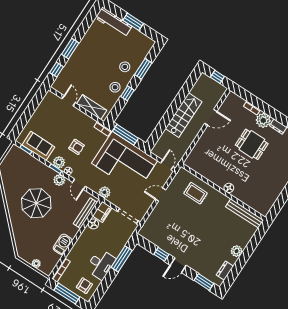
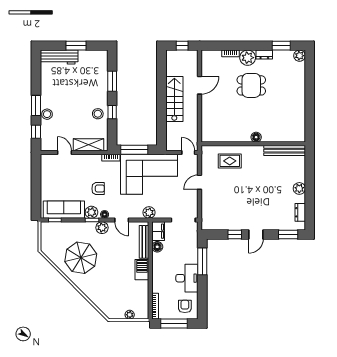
stool: (125, 67) -> (47, 114), moved
sofa: (38, 146) -> (64, 210), width x1.36
parasol: (36, 203) -> (81, 258), moved
barbecue: (63, 244) -> (142, 270), moved

